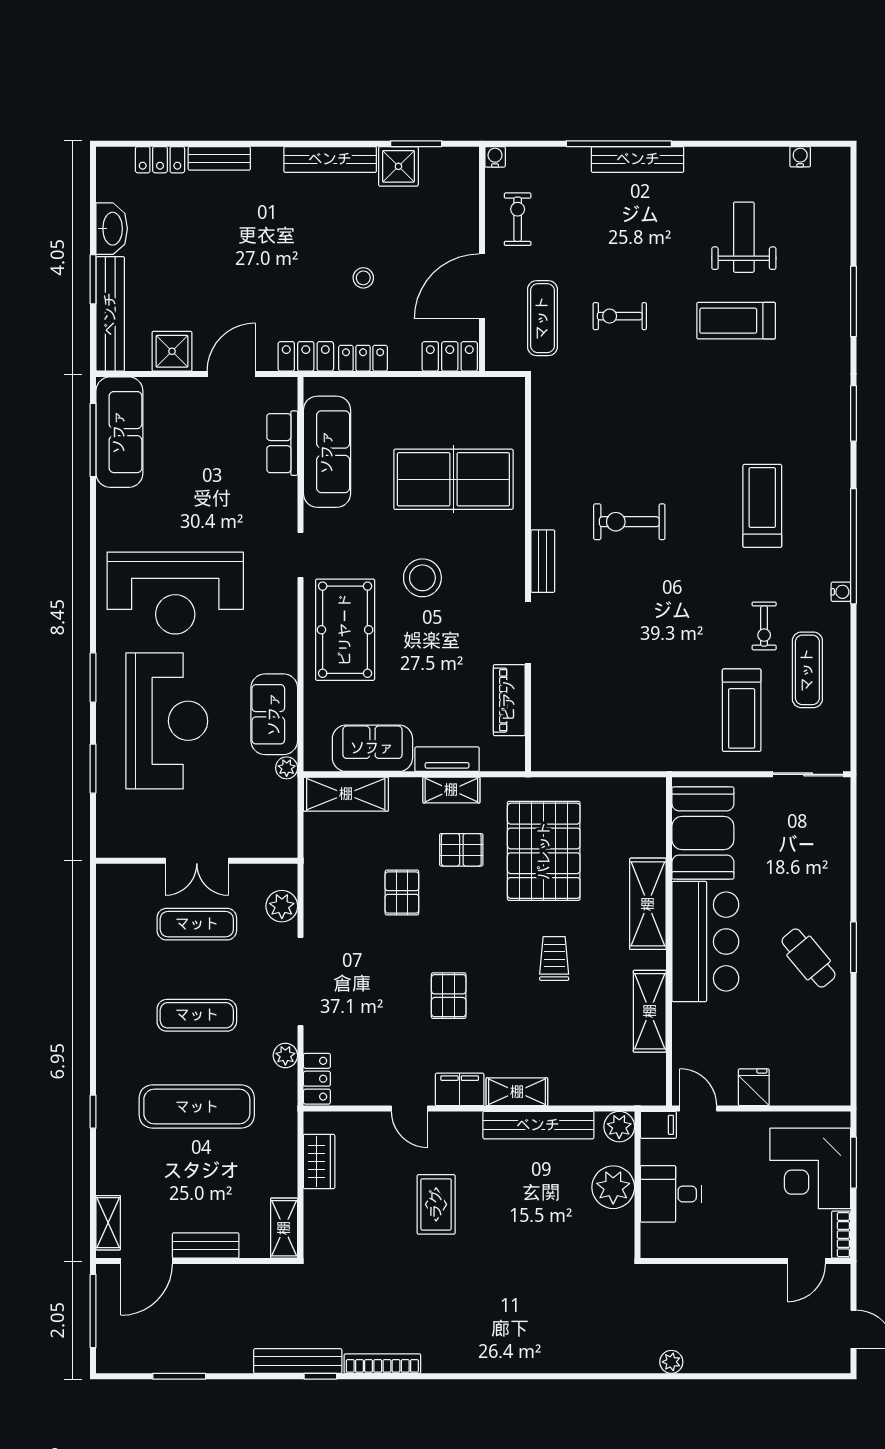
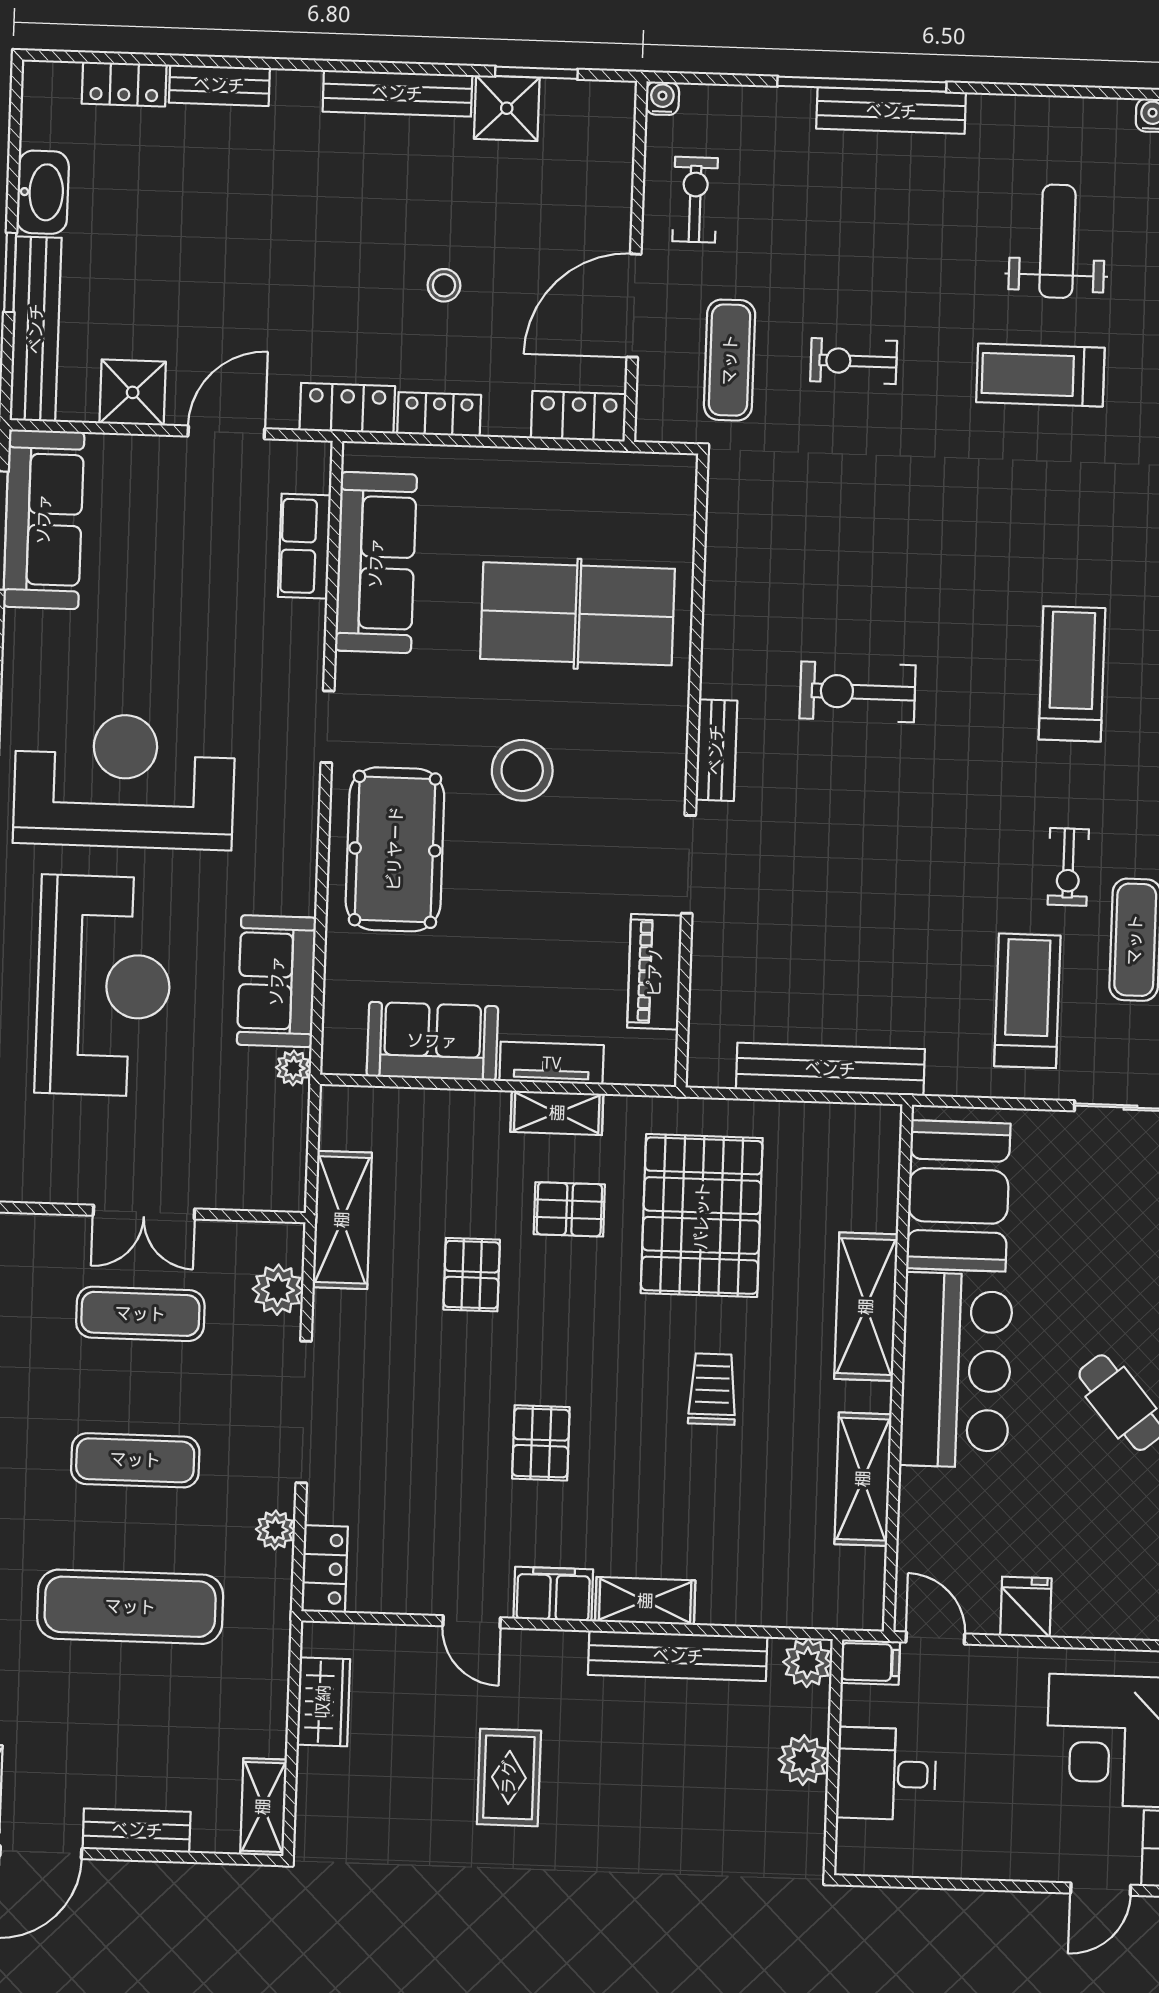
reception desk: (175, 593) -> (124, 781), turned 180
treadmill: (742, 710) -> (1027, 1001), turned 180
bench: (621, 757) -> (830, 1069), added
shelving: (346, 794) -> (342, 1220), moved, turned 90
plant: (613, 1187) -> (804, 1760), width x0.73, depth x0.73

